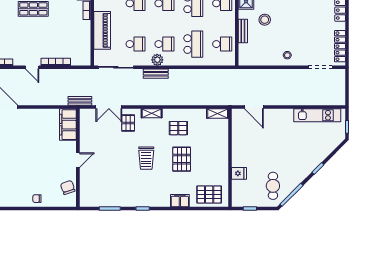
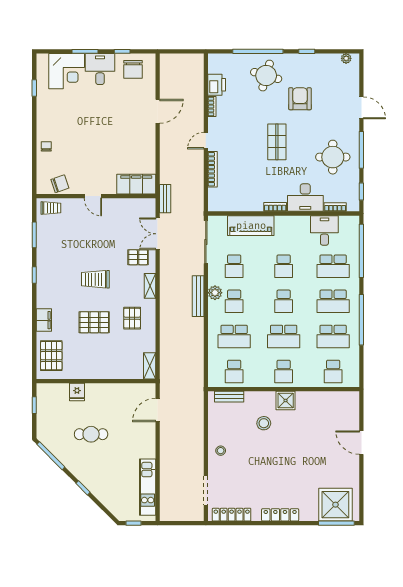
bench: (243, 31) -> (229, 397), moved
bench: (156, 74) -> (198, 296), width x1.36
cafe table: (273, 186) -> (91, 434), moved
trolley: (88, 195) -> (51, 208), added

